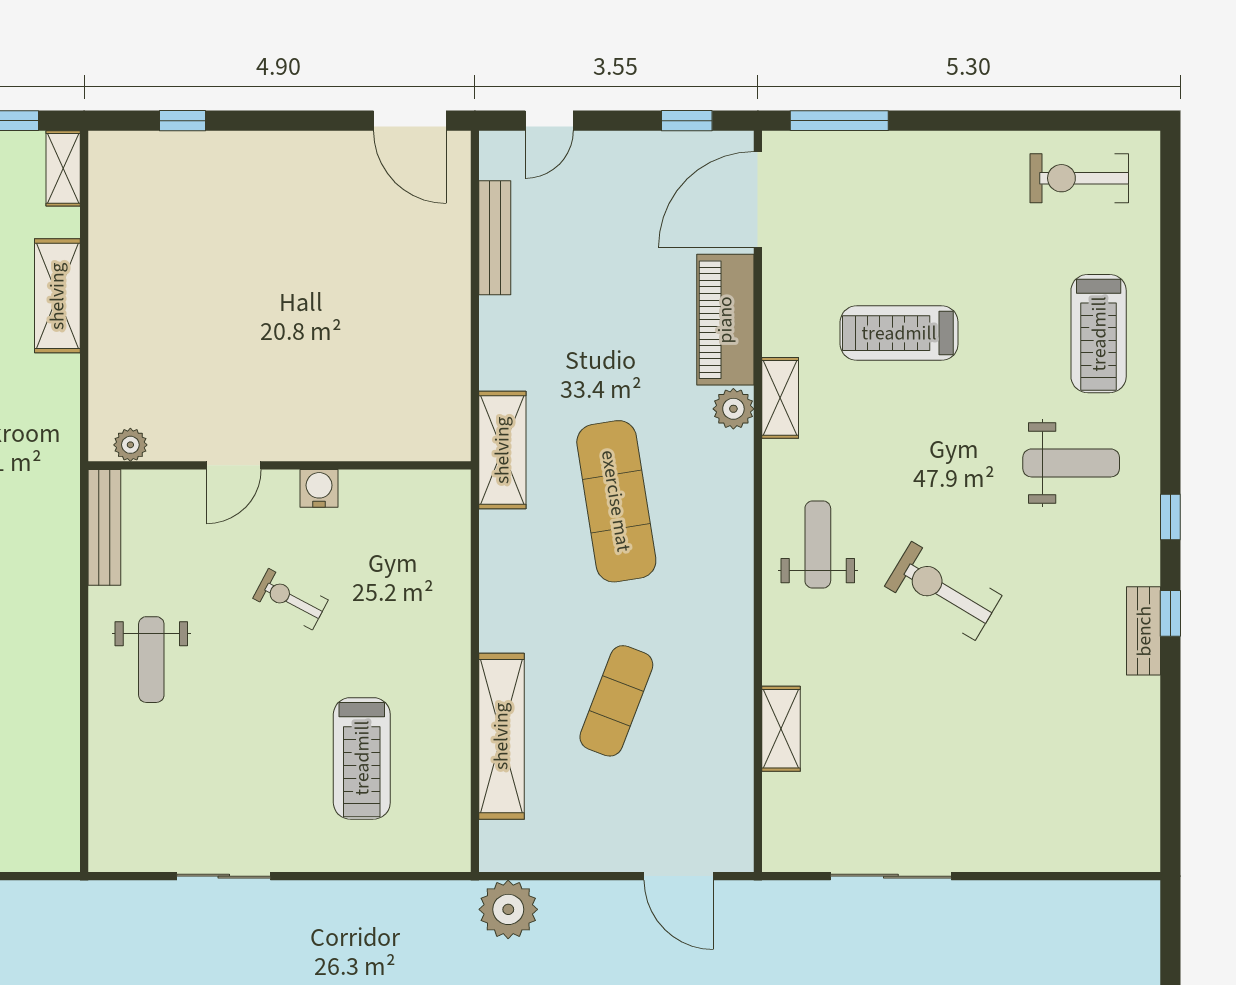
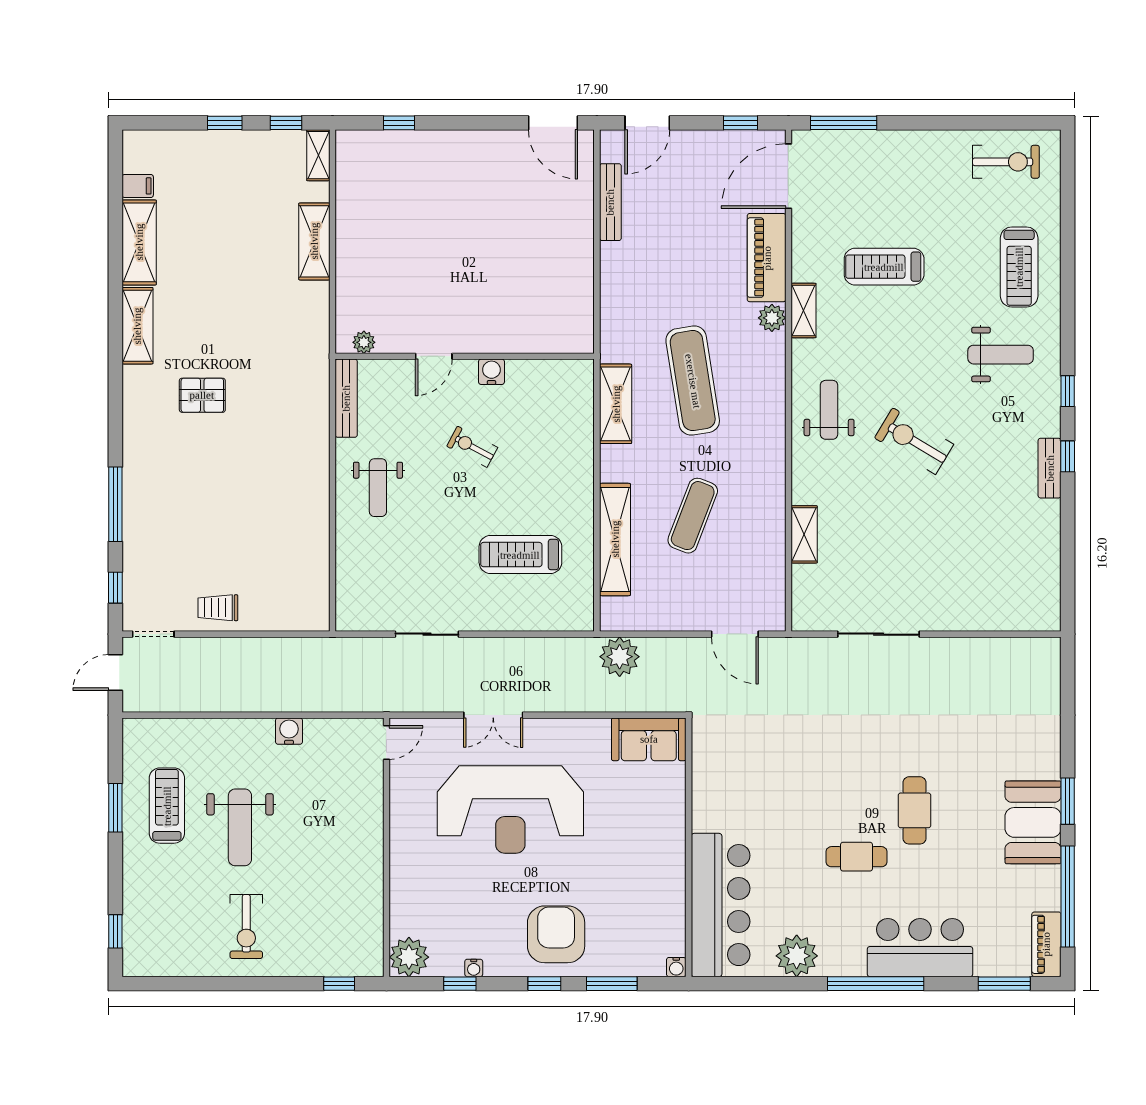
door: (549, 121) -> (647, 123), width x1.38
exercise bike: (1079, 178) -> (1006, 162), turned 180
shelving: (502, 450) -> (616, 404), moved
treadmill: (362, 758) -> (520, 555), turned 90

